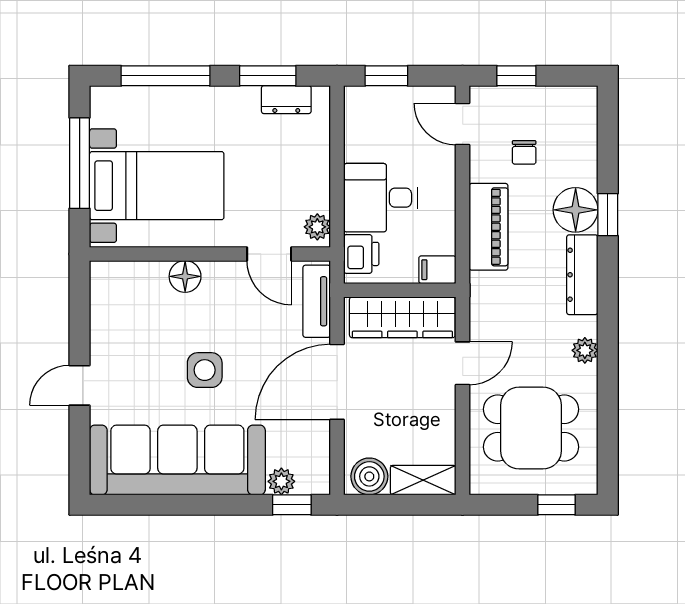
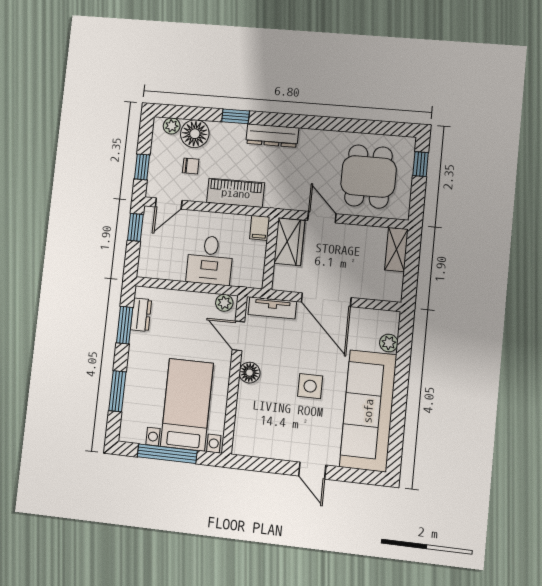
window: (165, 76) -> (117, 391), width x0.69
window: (386, 76) -> (135, 227), moved
floor lamp: (576, 210) -> (195, 134), moved
door: (269, 254) -> (238, 336), swing flipped
printer: (361, 254) -> (245, 276), removed
floor lamp: (185, 276) -> (250, 373), moved
wardrobe: (402, 317) -> (289, 242), width x0.67
plant: (585, 350) -> (172, 126), moved
boiler: (369, 476) -> (391, 285), removed
window: (292, 505) -> (405, 338), removed

